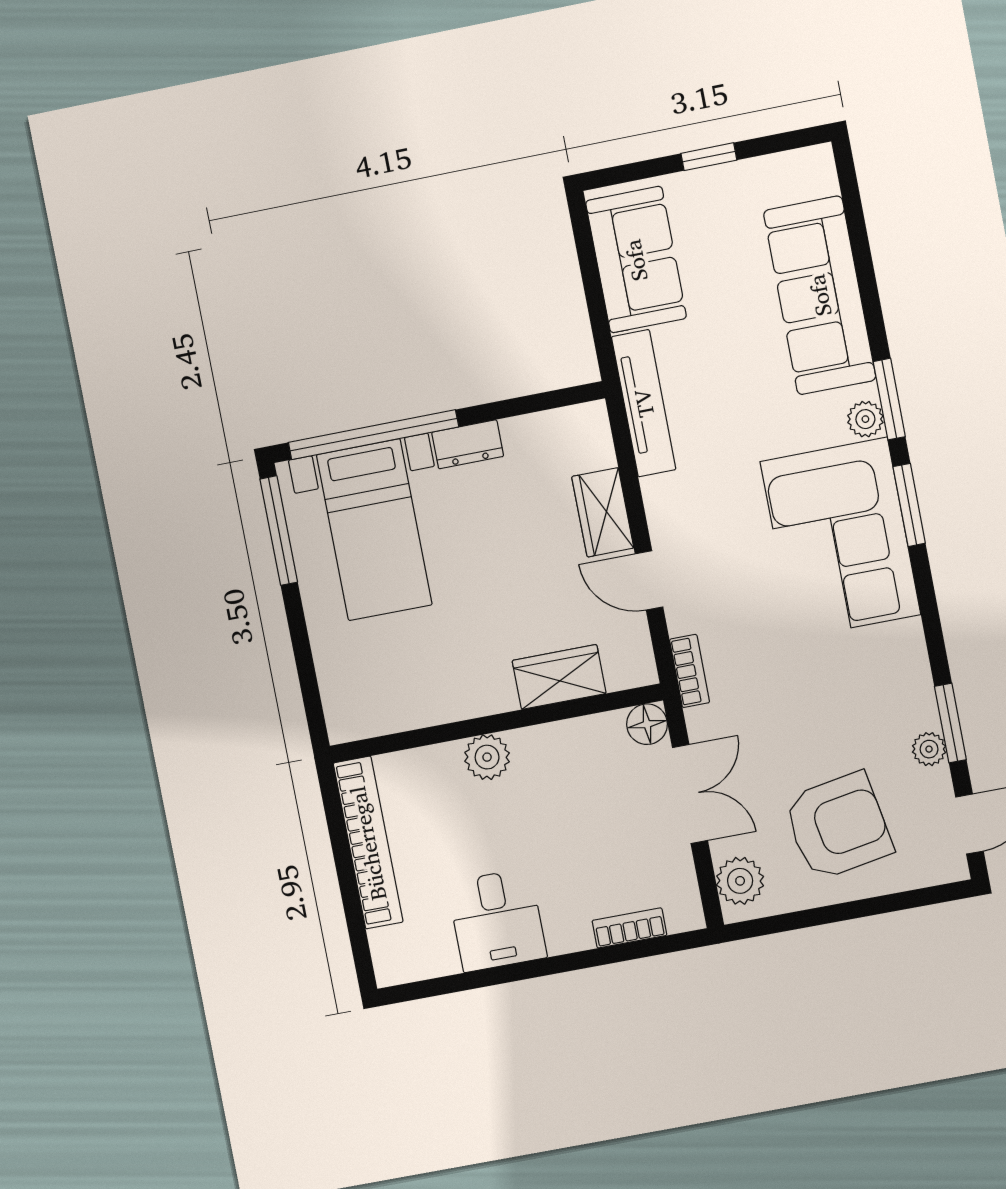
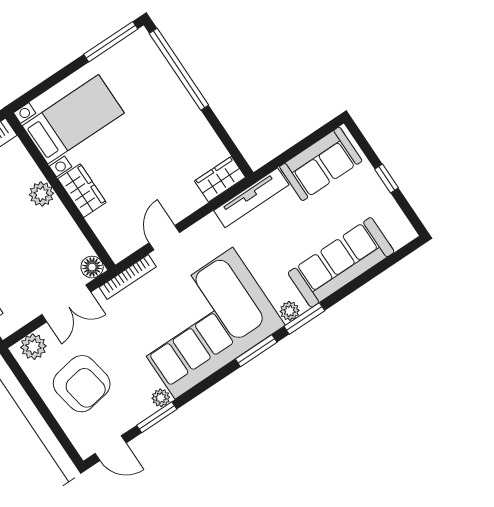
dresser: (468, 444) -> (194, 118), removed
wardrobe: (603, 512) -> (220, 179), moved
bed with nightstands: (374, 530) -> (73, 119), moved, turned 180
corner sofa: (840, 538) -> (204, 323), width x1.36, depth x1.36
bookcase: (690, 671) -> (128, 277), width x1.56
wardrobe: (559, 677) -> (82, 191), moved
plant: (929, 749) -> (161, 398), moved

